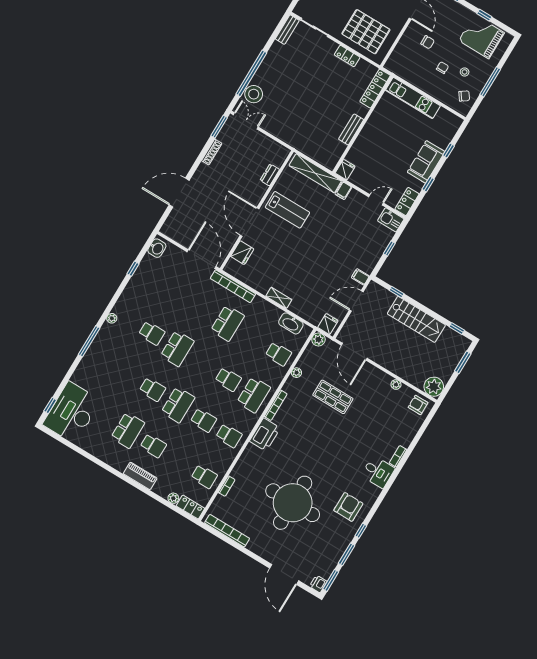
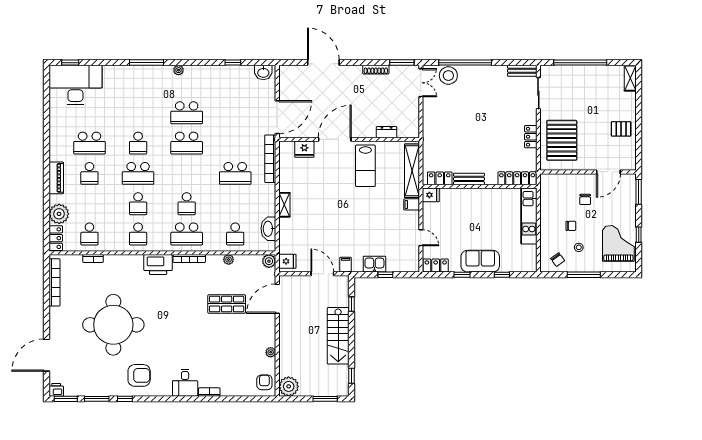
locker: (336, 154) -> (440, 178), added
kitchen sink: (391, 220) -> (374, 264), moved, turned 90
school desk: (152, 333) -> (187, 113), width x1.85
shop shelf: (333, 397) -> (227, 304), turned 90
plant: (173, 498) -> (59, 214), width x1.88, depth x1.88

